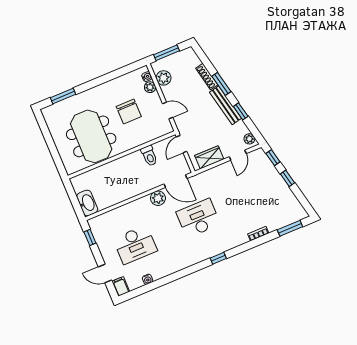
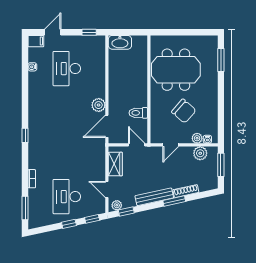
window: (241, 111) -> (126, 211), moved
chair: (129, 112) -> (184, 111), turned -139
desk: (198, 218) -> (67, 197), moved, turned 180

